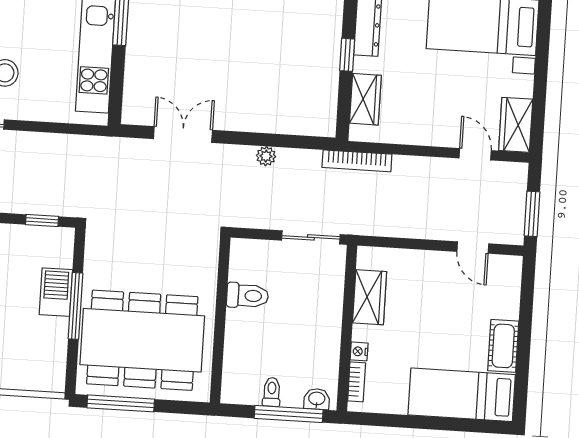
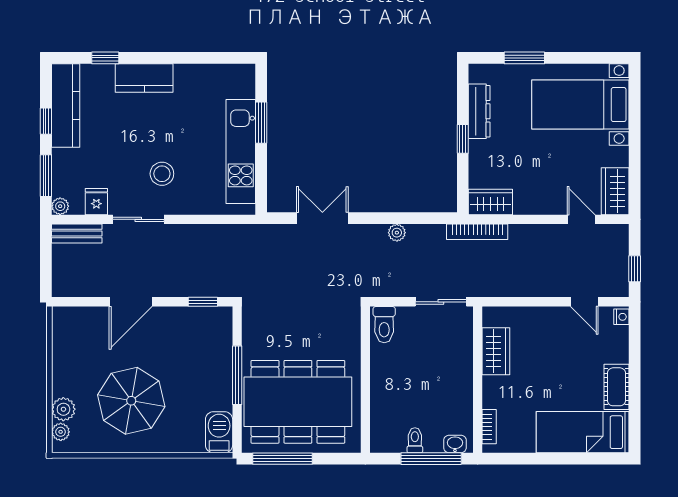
wardrobe: (365, 99) -> (490, 202), moved, turned -90
window: (532, 214) -> (635, 269), width x0.67
barbecue: (56, 292) -> (219, 432), moved
toilet: (247, 296) -> (384, 325), moved, turned 90
nightstand: (359, 351) -> (621, 317), moved, turned 180

